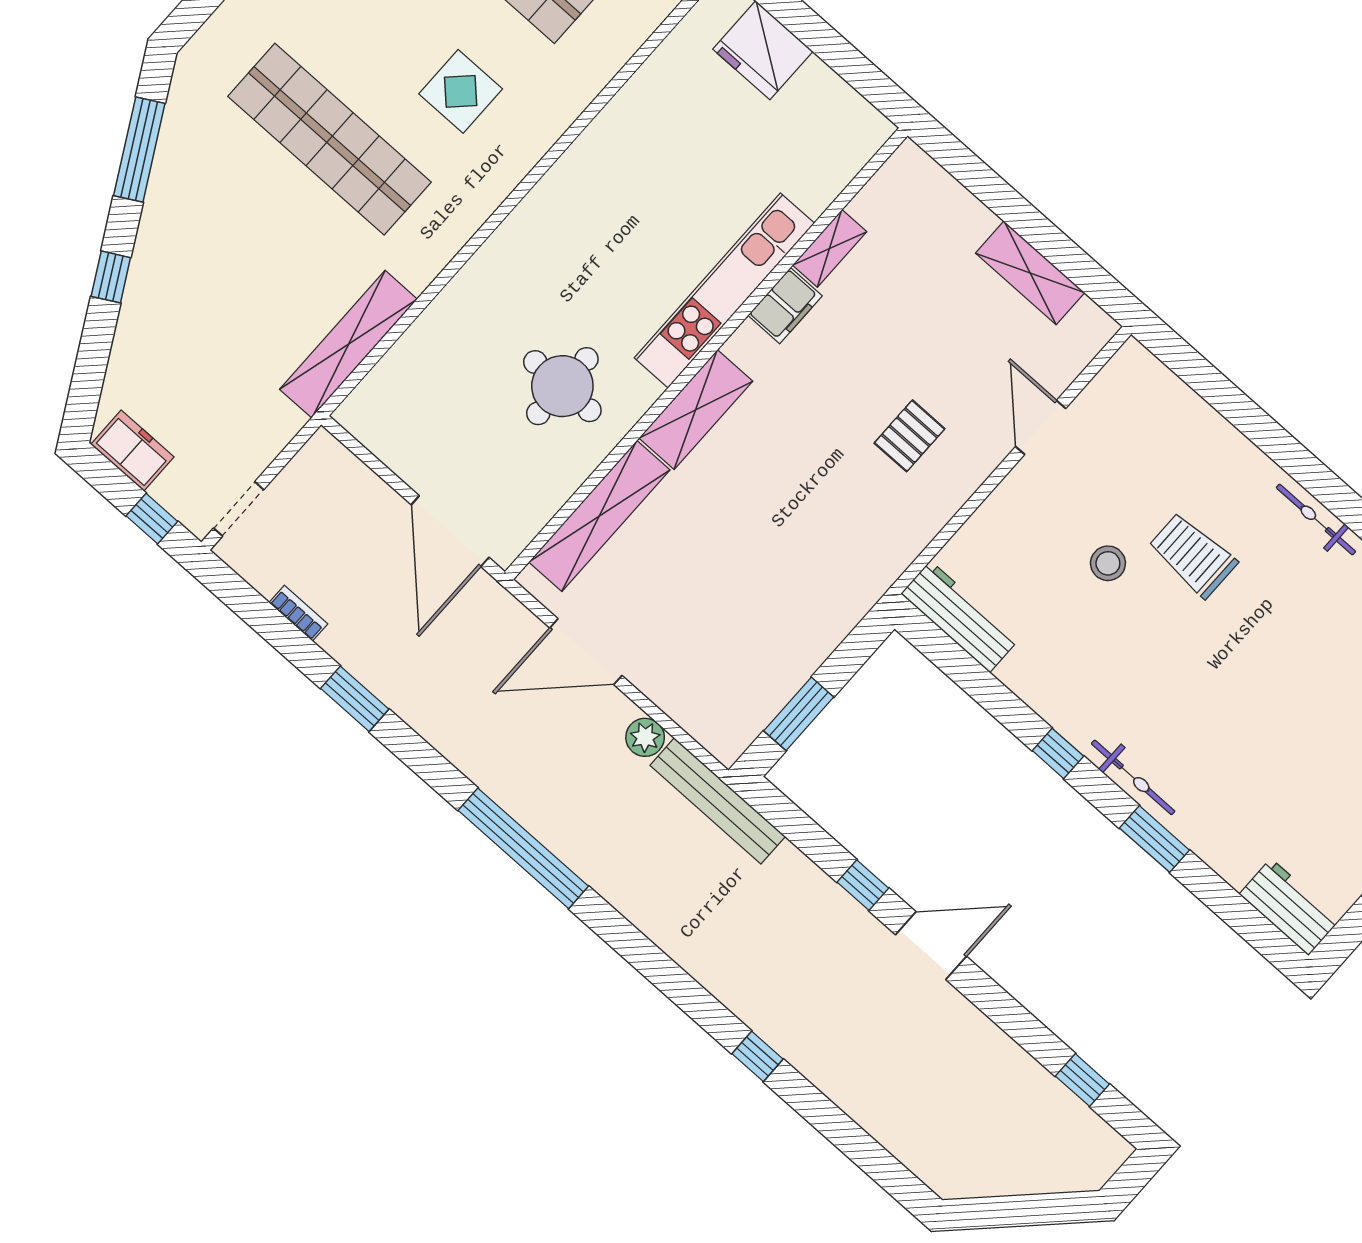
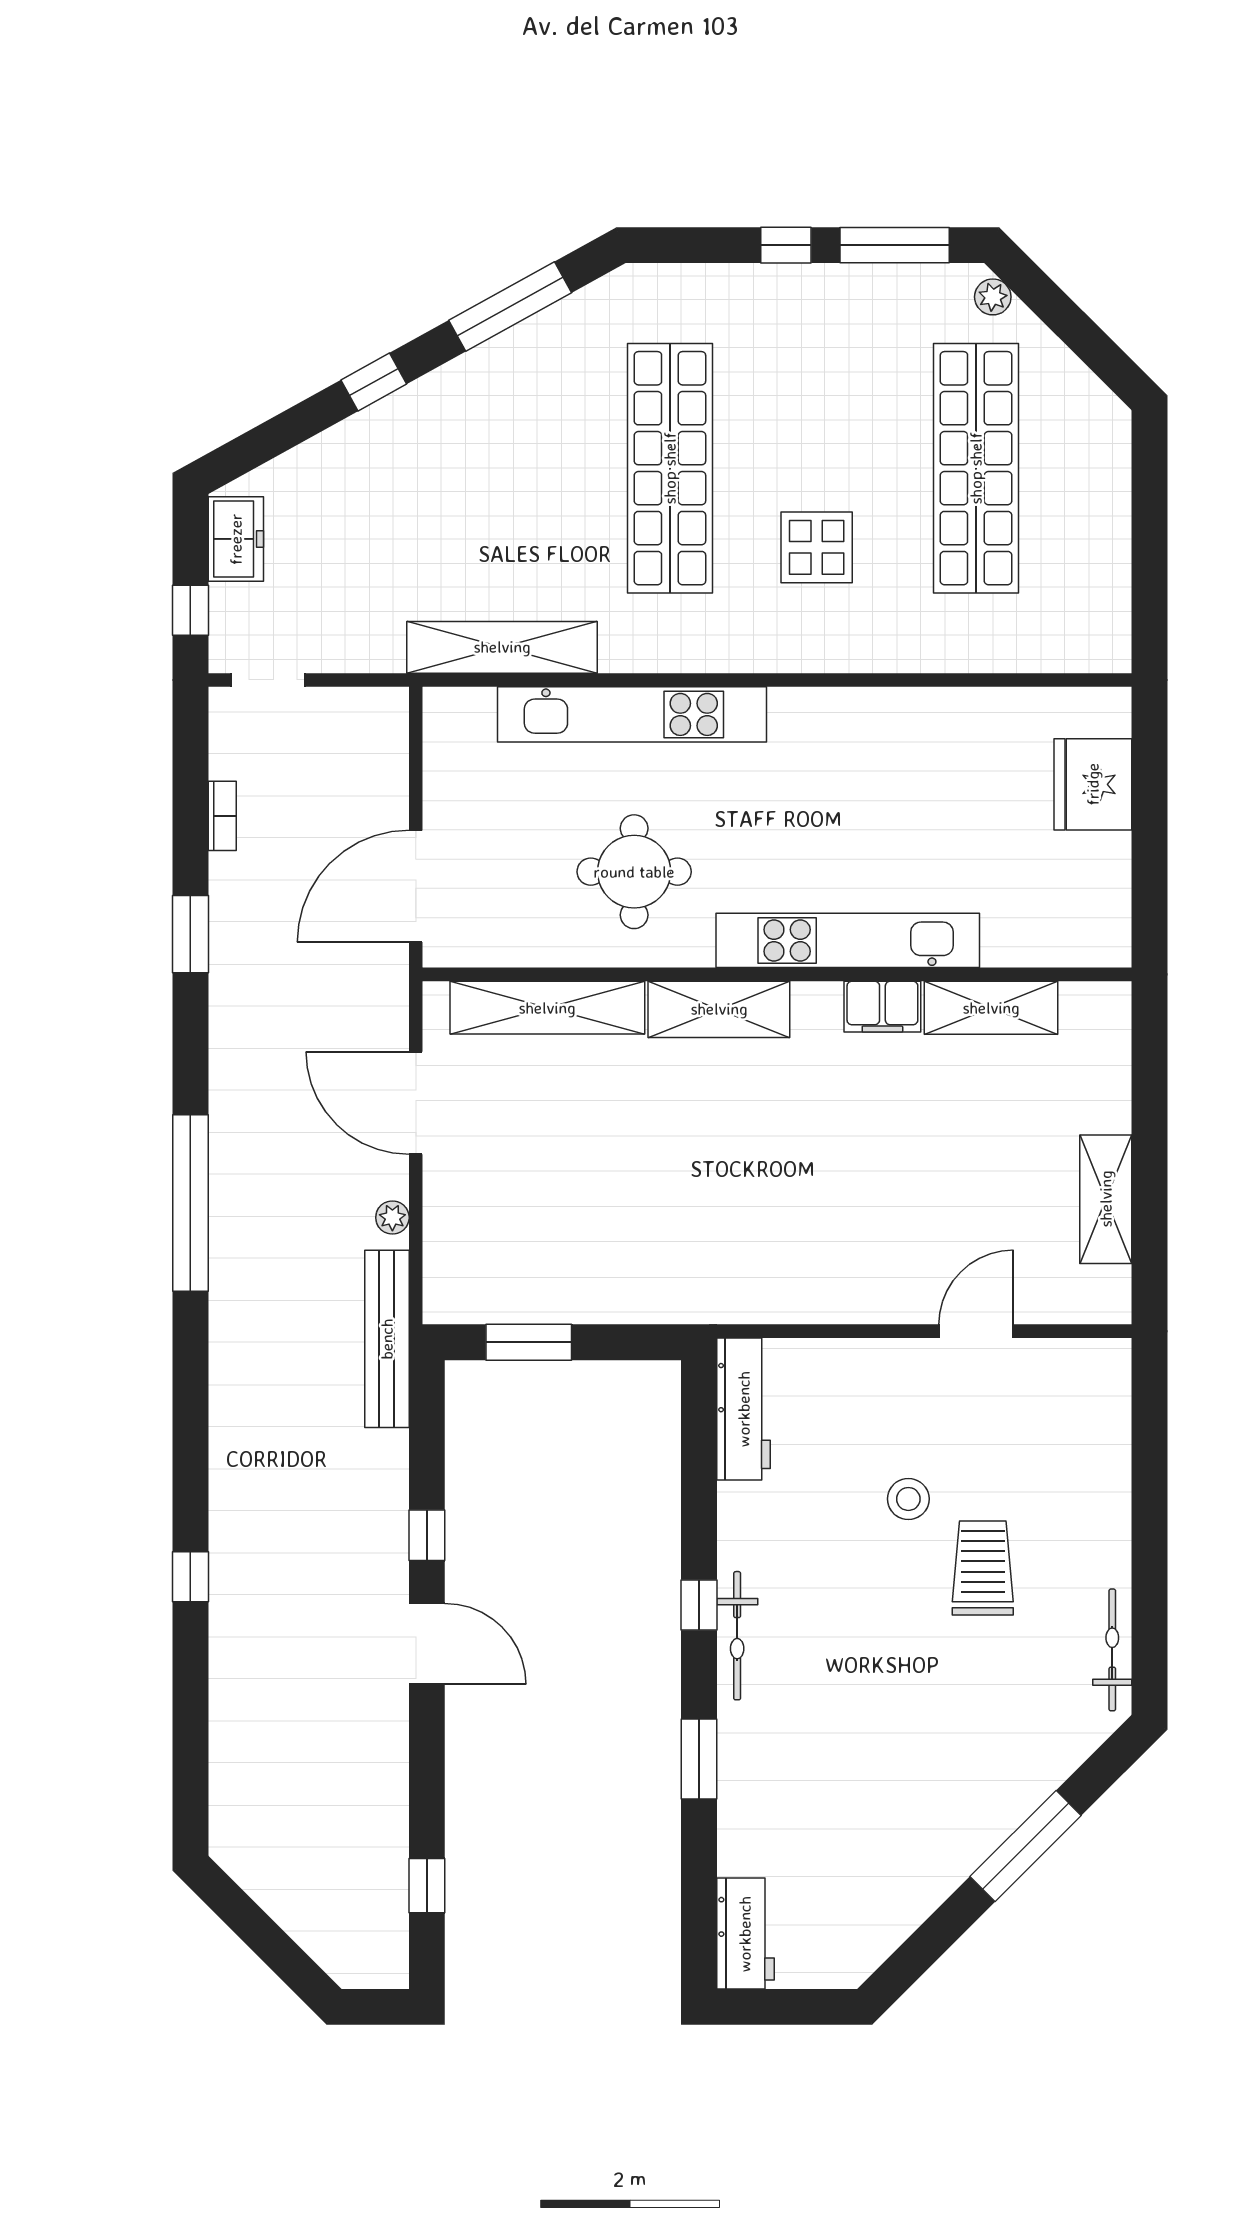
shelving: (830, 248) -> (991, 1008), width x1.50, depth x1.33
kitchen unit: (463, 300) -> (632, 714), added
pallet: (910, 436) -> (865, 1221), removed
plant: (645, 737) -> (392, 1218), width x0.73, depth x0.73
bicycle: (1133, 777) -> (737, 1636), moved

